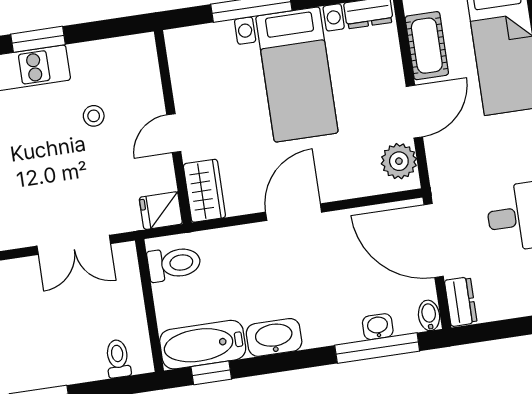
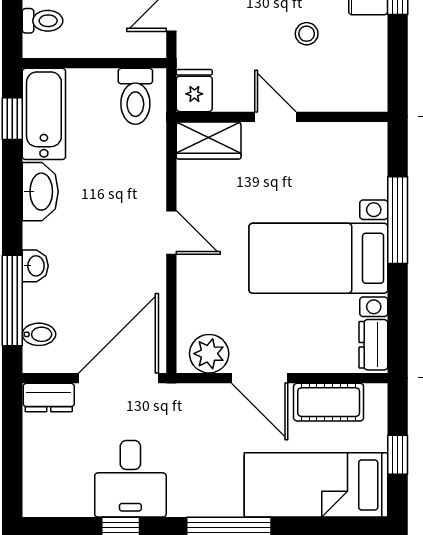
door: (294, 212) -> (171, 233), width x0.73
bidet: (429, 315) -> (39, 334), moved
washbasin: (378, 327) -> (35, 266), moved

